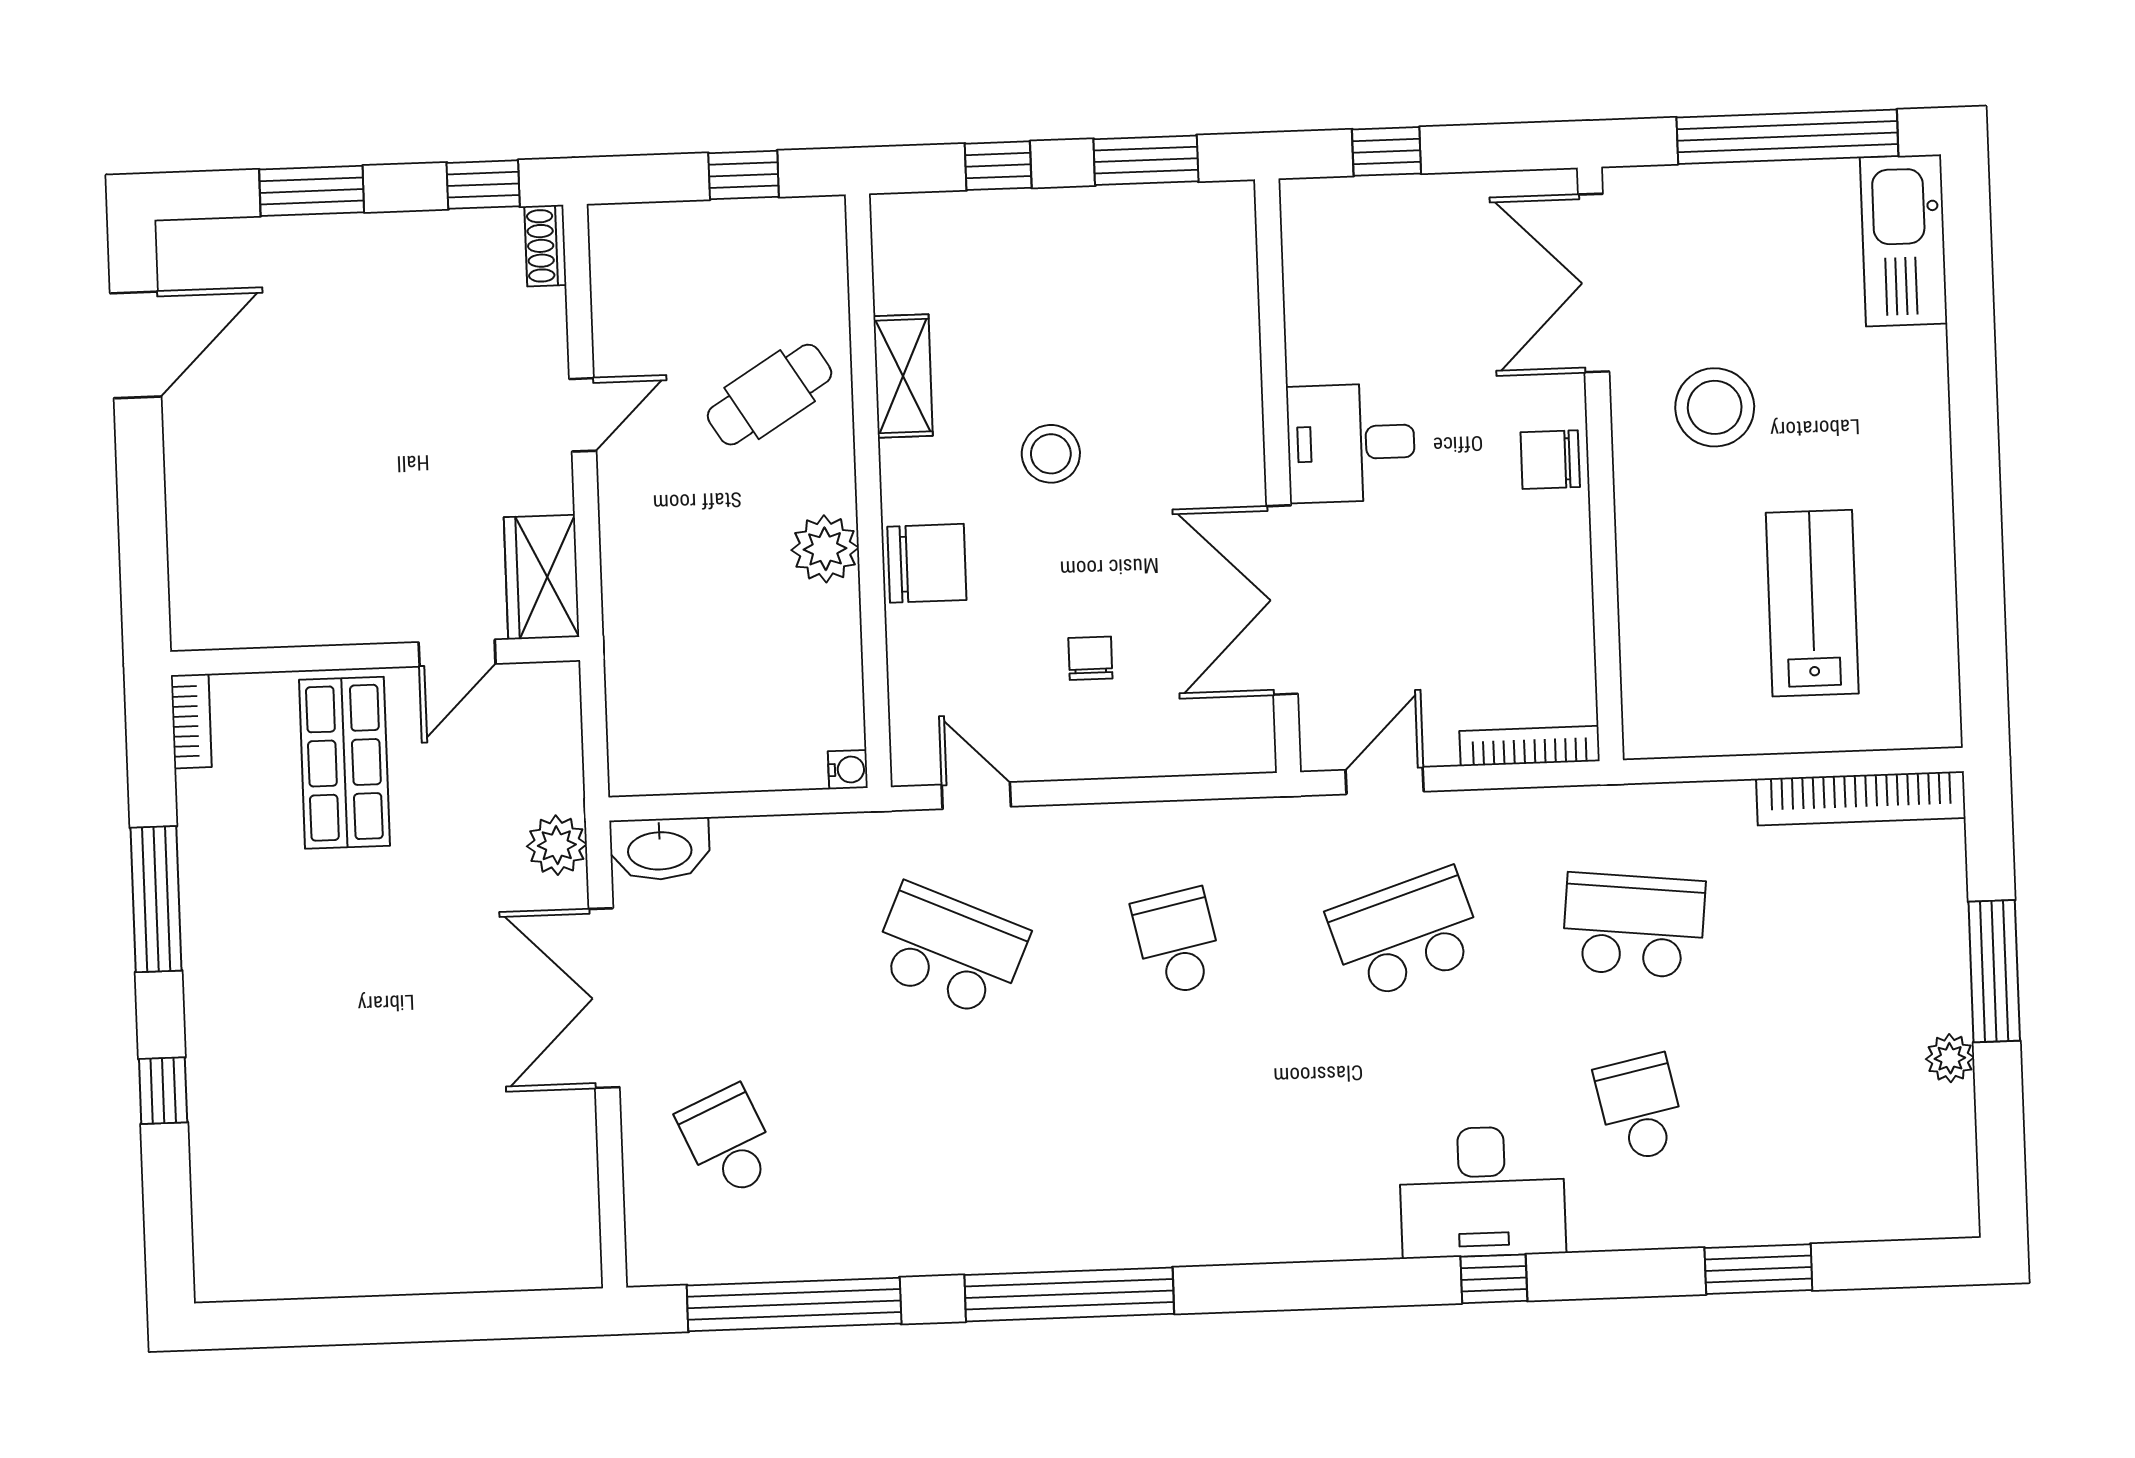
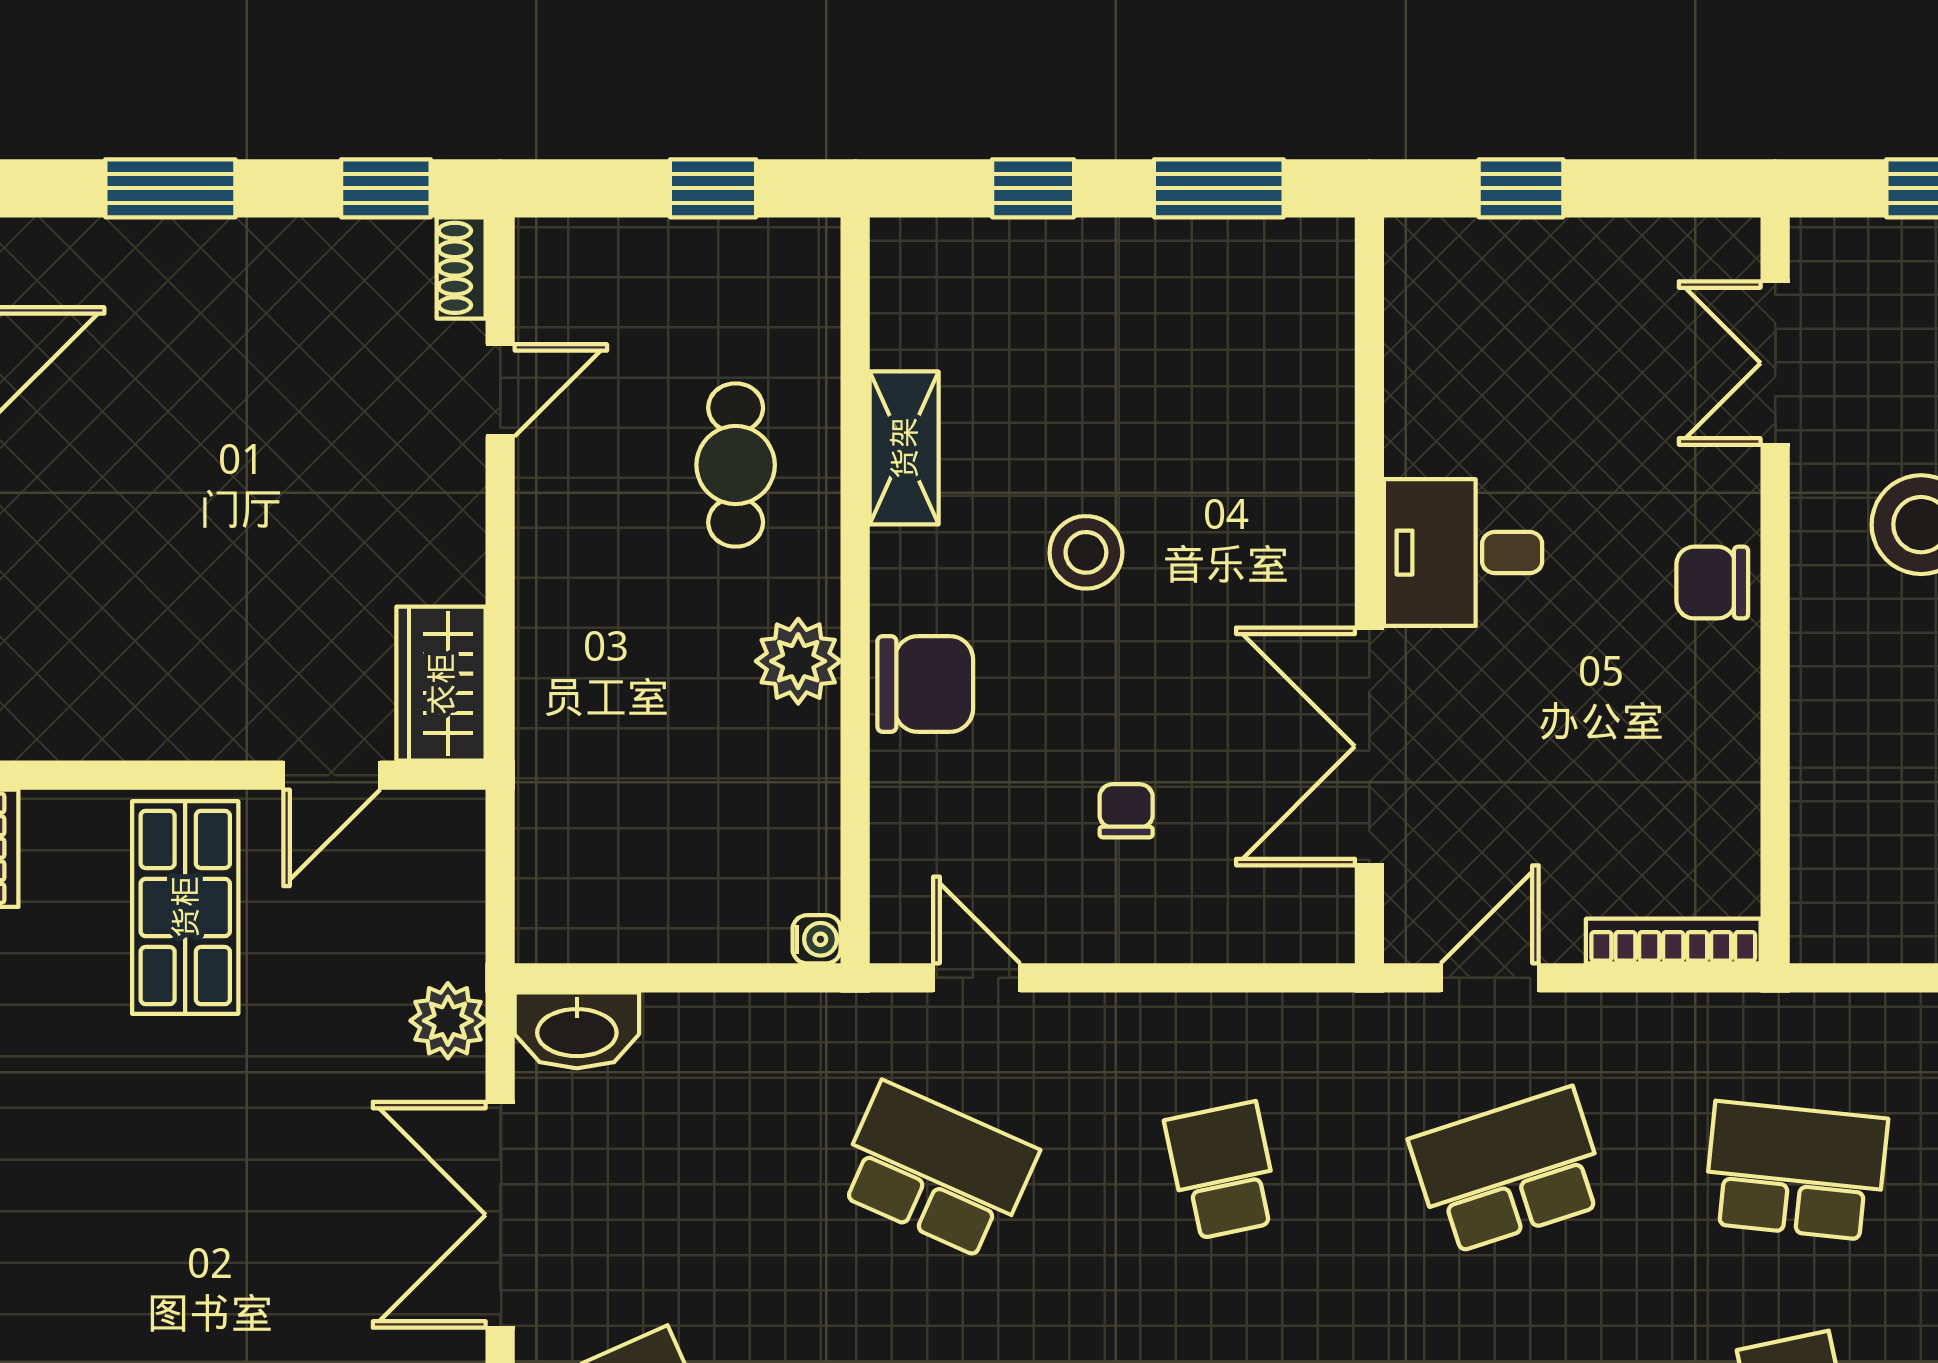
double door: (1594, 283) -> (1775, 363), width x0.73
cafe table: (770, 395) -> (736, 465), turned -58
door: (583, 415) -> (500, 390), moved

